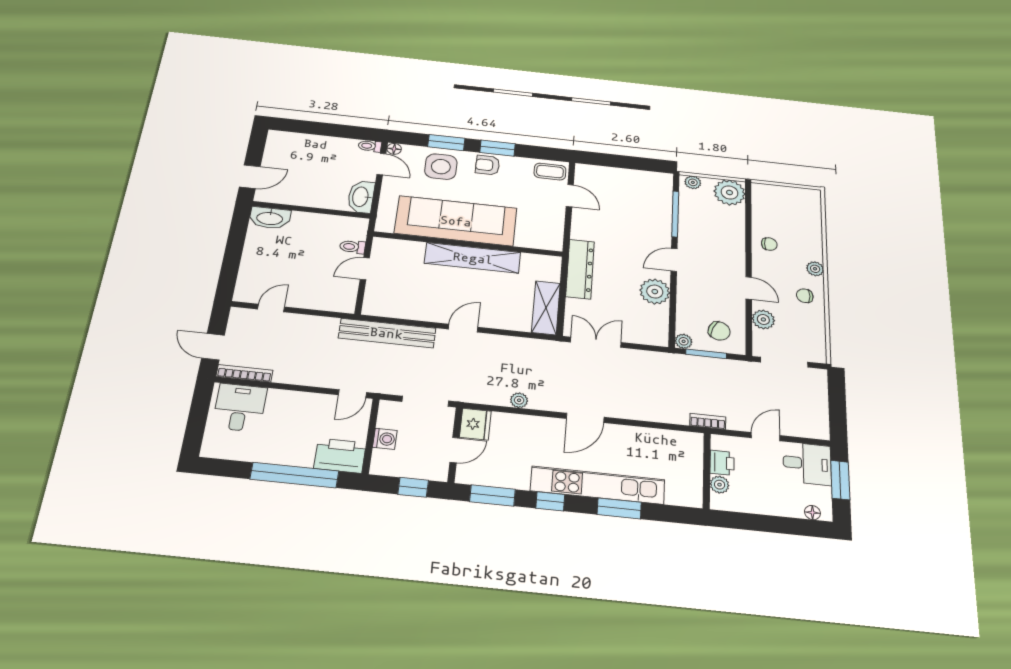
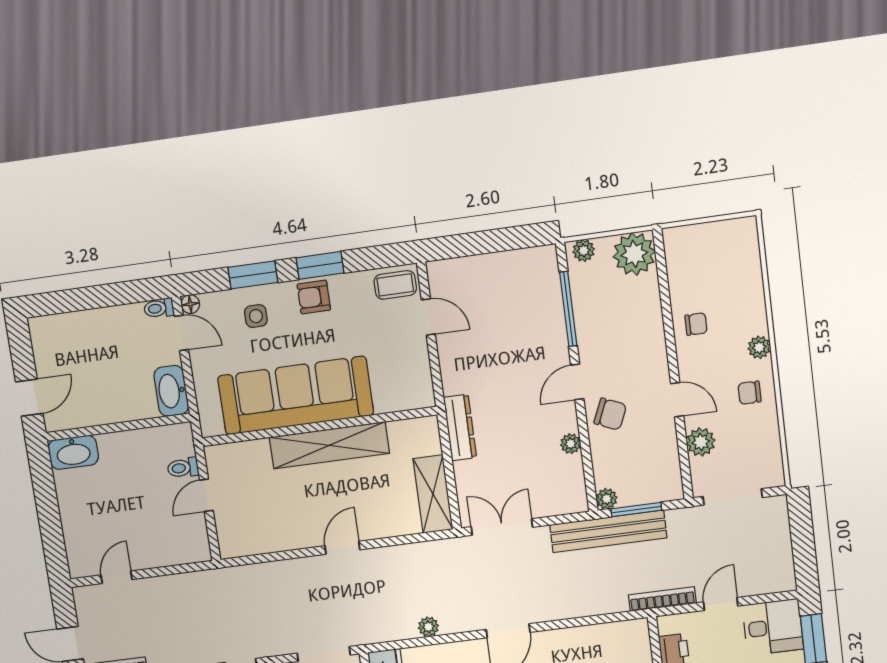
side table: (441, 167) -> (256, 316), width x0.54, depth x0.54
dresser: (580, 269) -> (460, 427), width x0.73, depth x0.80
plant: (655, 292) -> (571, 444), width x0.53, depth x0.53
chair: (719, 331) -> (610, 414), moved
bench: (387, 333) -> (608, 531), moved
bookcase: (708, 421) -> (662, 599), width x1.56

